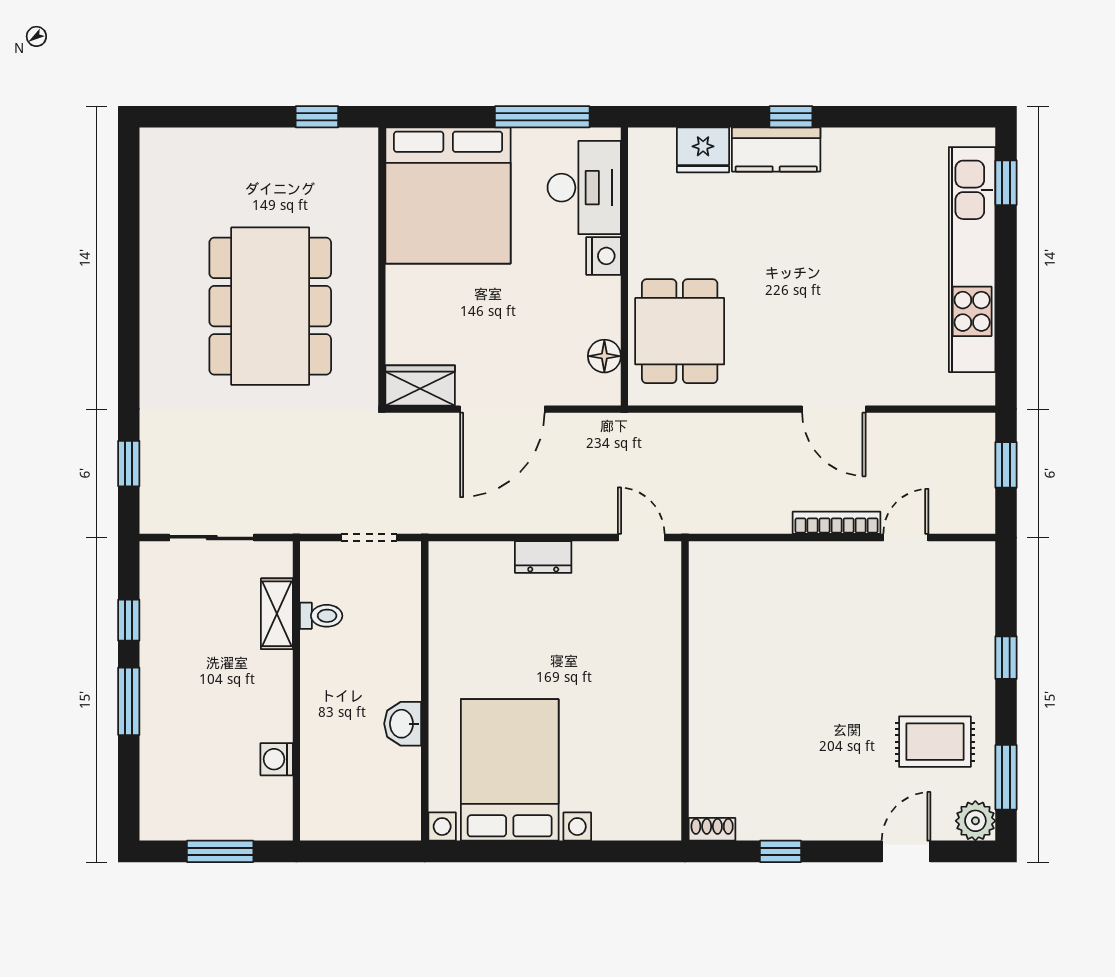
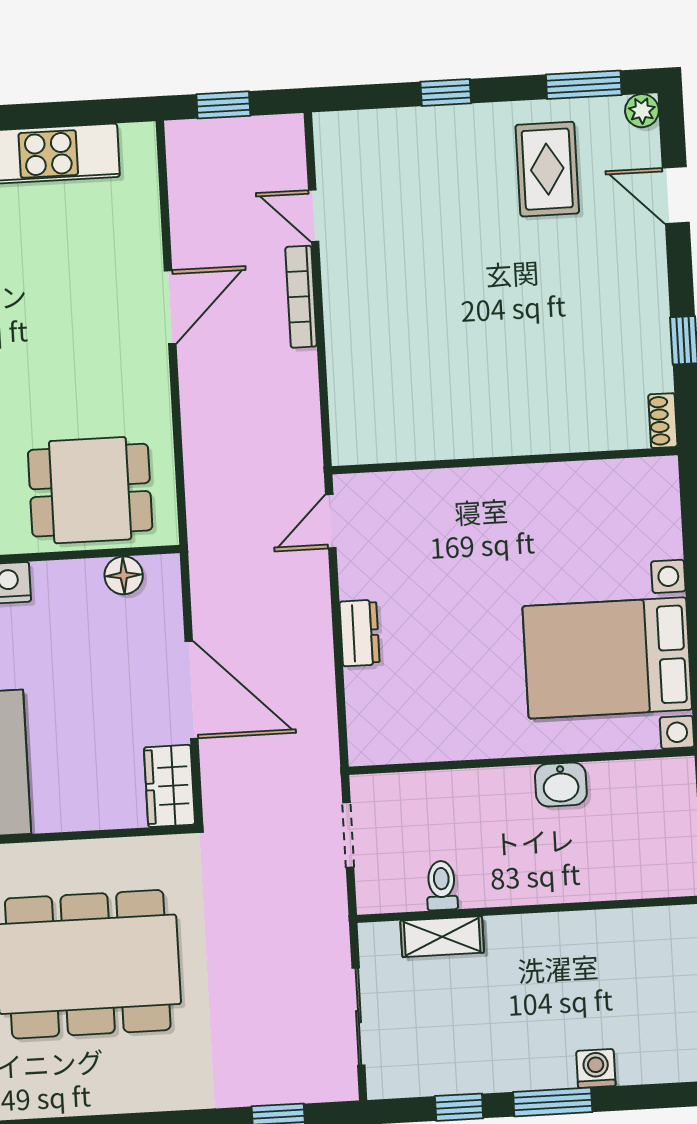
washing machine: (277, 759) -> (596, 1068), moved, turned 180
plant: (975, 821) -> (642, 111), width x0.73, depth x0.73

